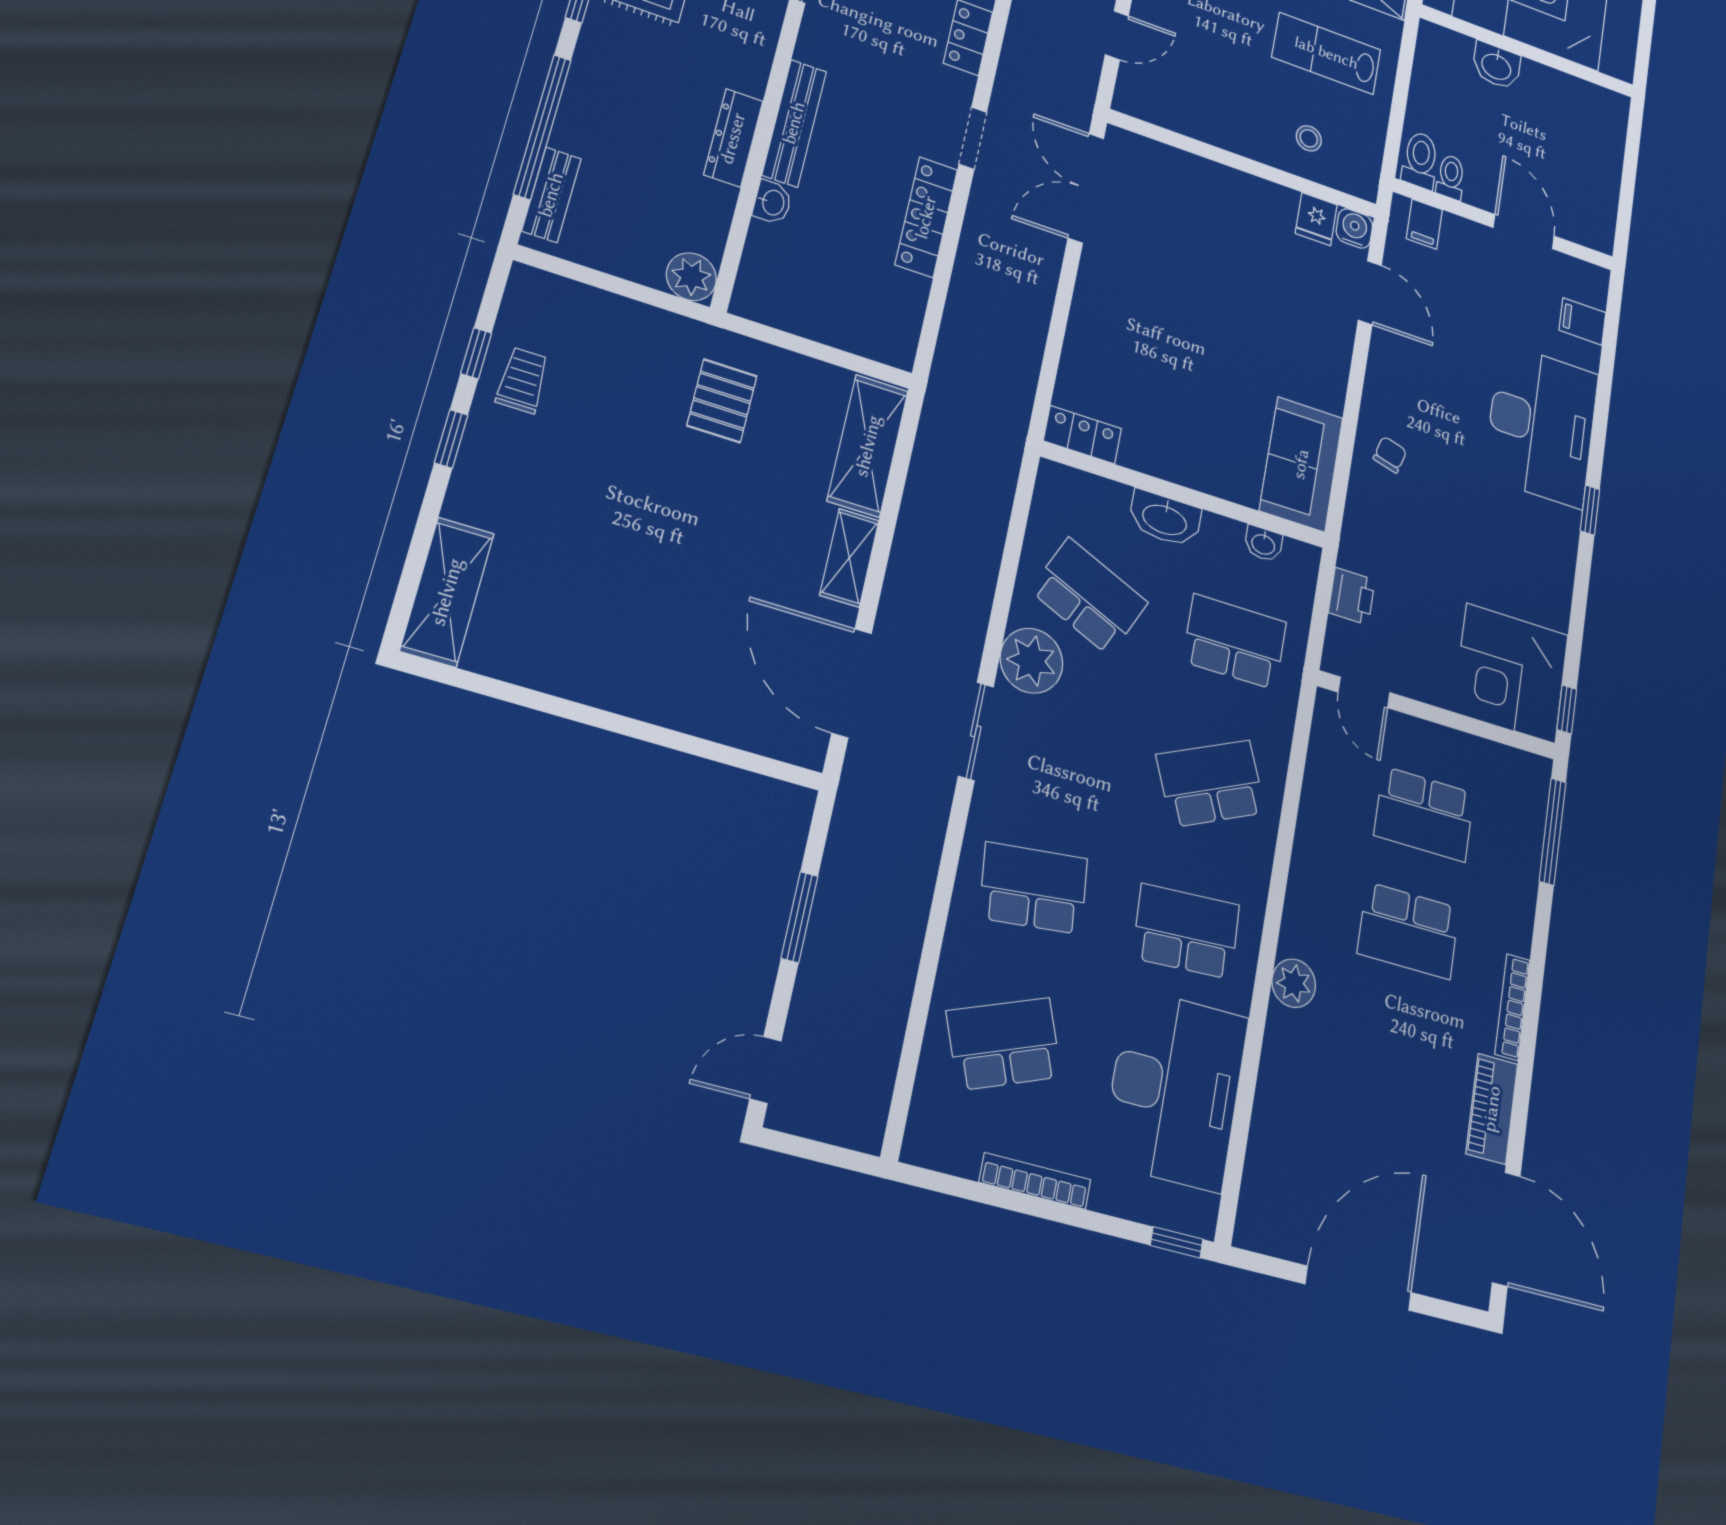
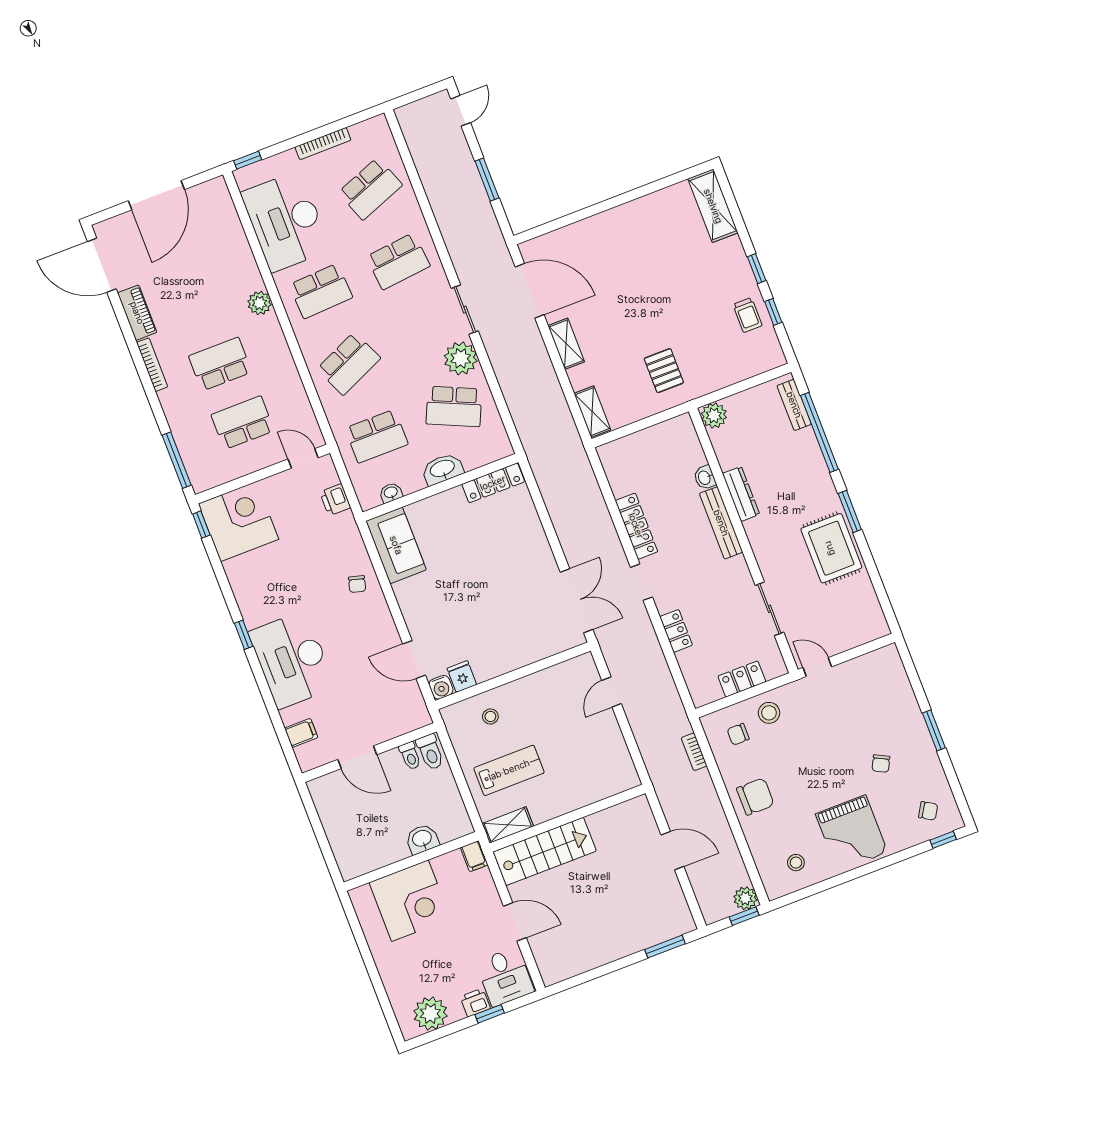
filing cabinet: (1424, 224) -> (409, 719), removed
locker: (1082, 435) -> (493, 483), width x1.53
shelving: (868, 446) -> (592, 412), width x0.67, depth x0.75

